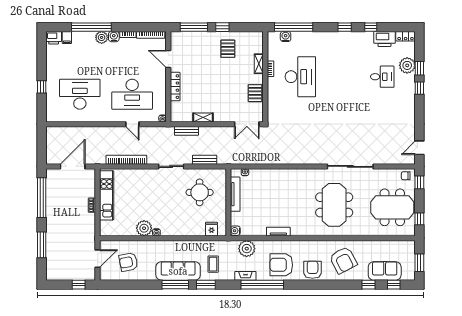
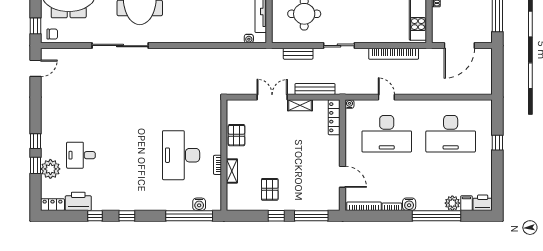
plant: (102, 37) -> (452, 203), moved
locker: (175, 87) -> (334, 117), moved
desk: (132, 94) -> (387, 134), turned 180
double door: (247, 124) -> (272, 97), moved
bench: (186, 131) -> (315, 89), width x1.36

